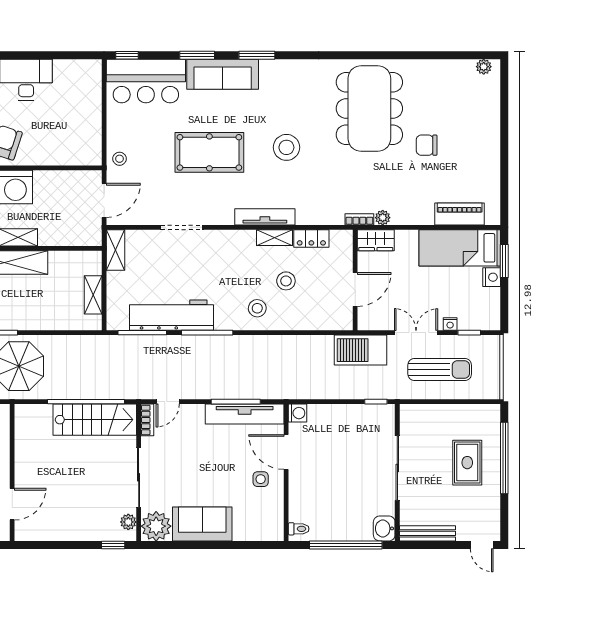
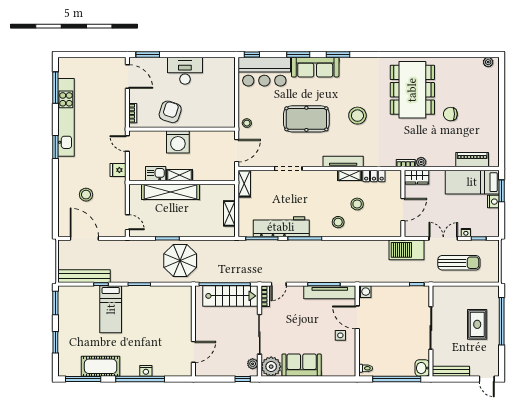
wall: (12, 473) -> (193, 331), moved
door: (12, 504) -> (193, 352), moved

